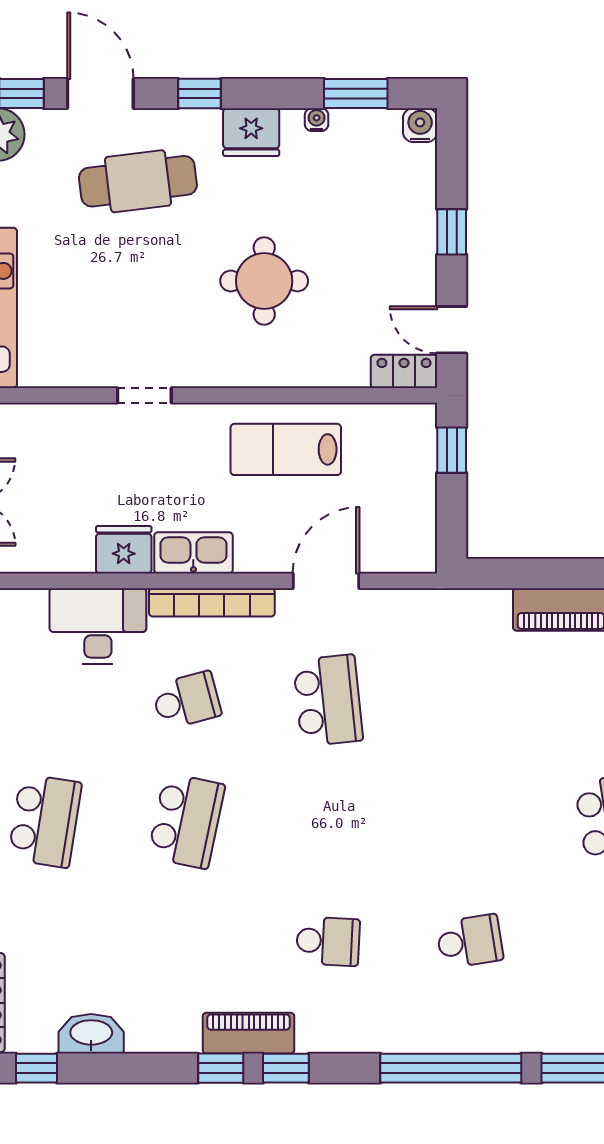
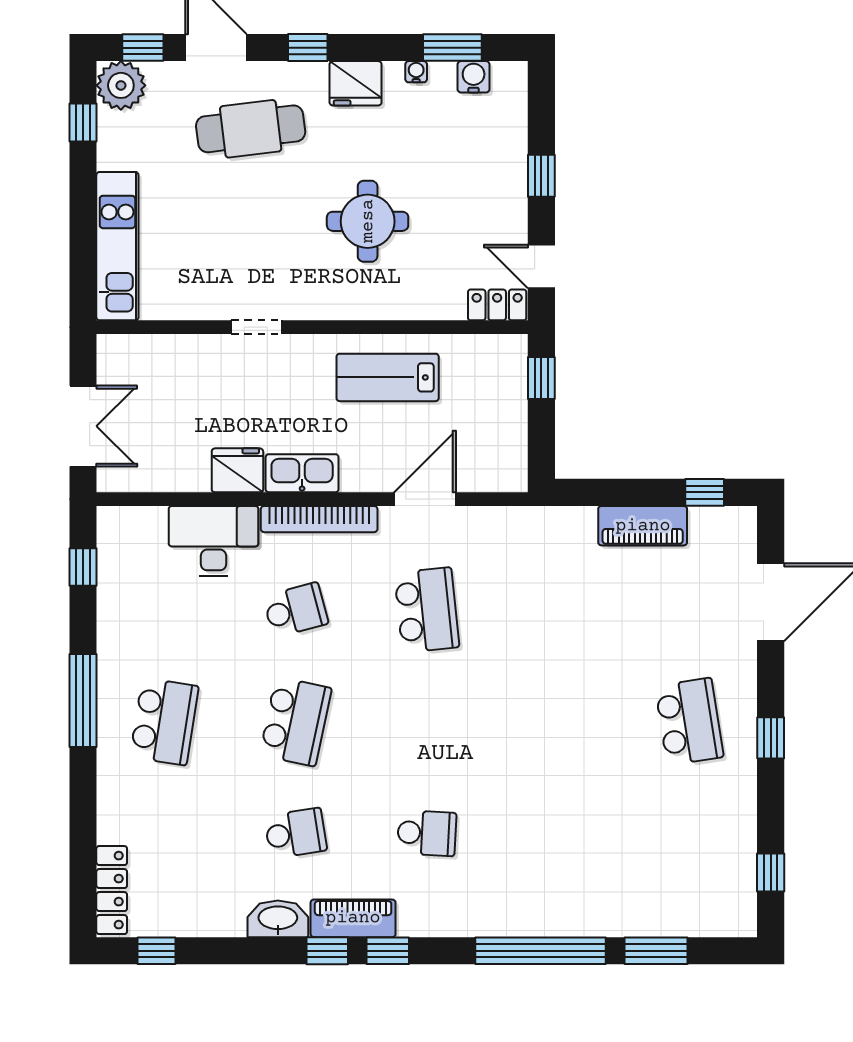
water cooler: (420, 125) -> (474, 77), moved
school desk: (470, 941) -> (296, 833), moved
washbasin: (91, 1034) -> (278, 919), moved

